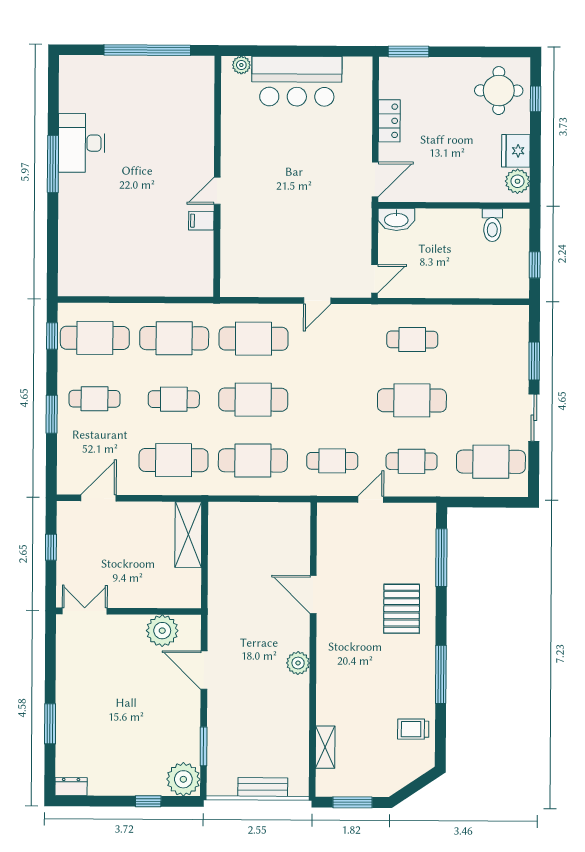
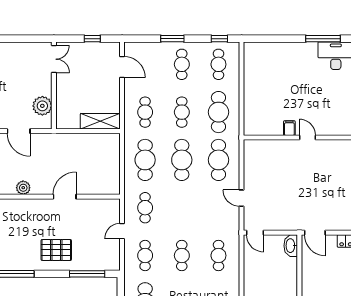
cafe table: (95, 338) -> (218, 64), width x0.73, depth x0.74
cafe table: (412, 400) -> (182, 256), width x0.73, depth x0.74
cafe table: (174, 460) -> (145, 112), width x0.73, depth x0.74
door: (371, 499) -> (122, 231), swing flipped
door: (204, 670) -> (19, 131), swing flipped

